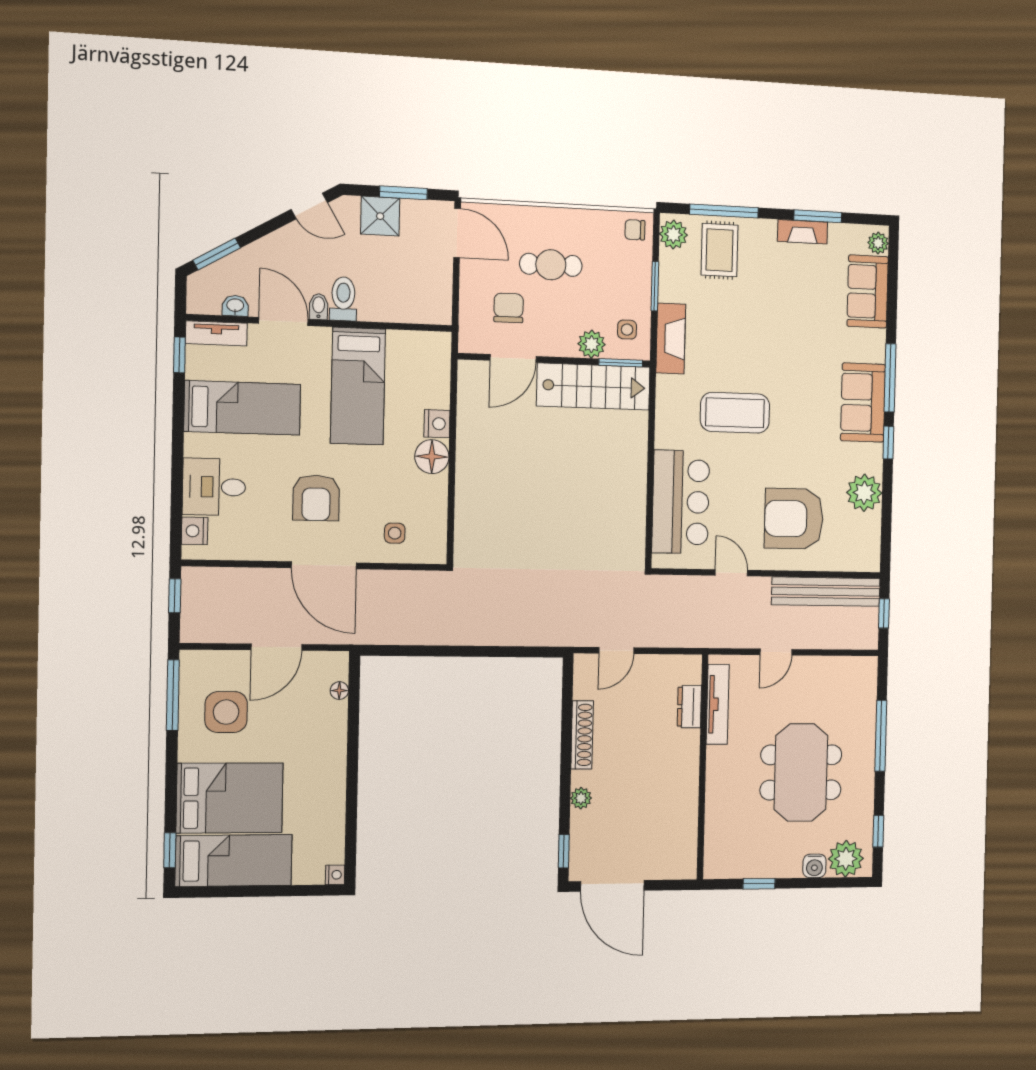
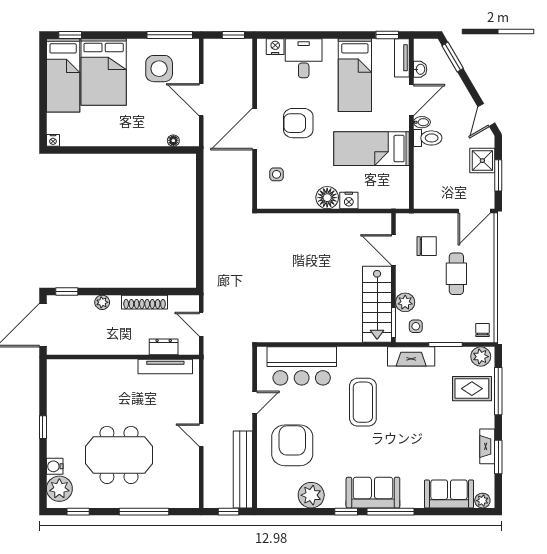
tv unit: (718, 704) -> (165, 367), moved
dresser: (689, 707) -> (164, 347), moved
wall: (703, 767) -> (123, 357), moved

